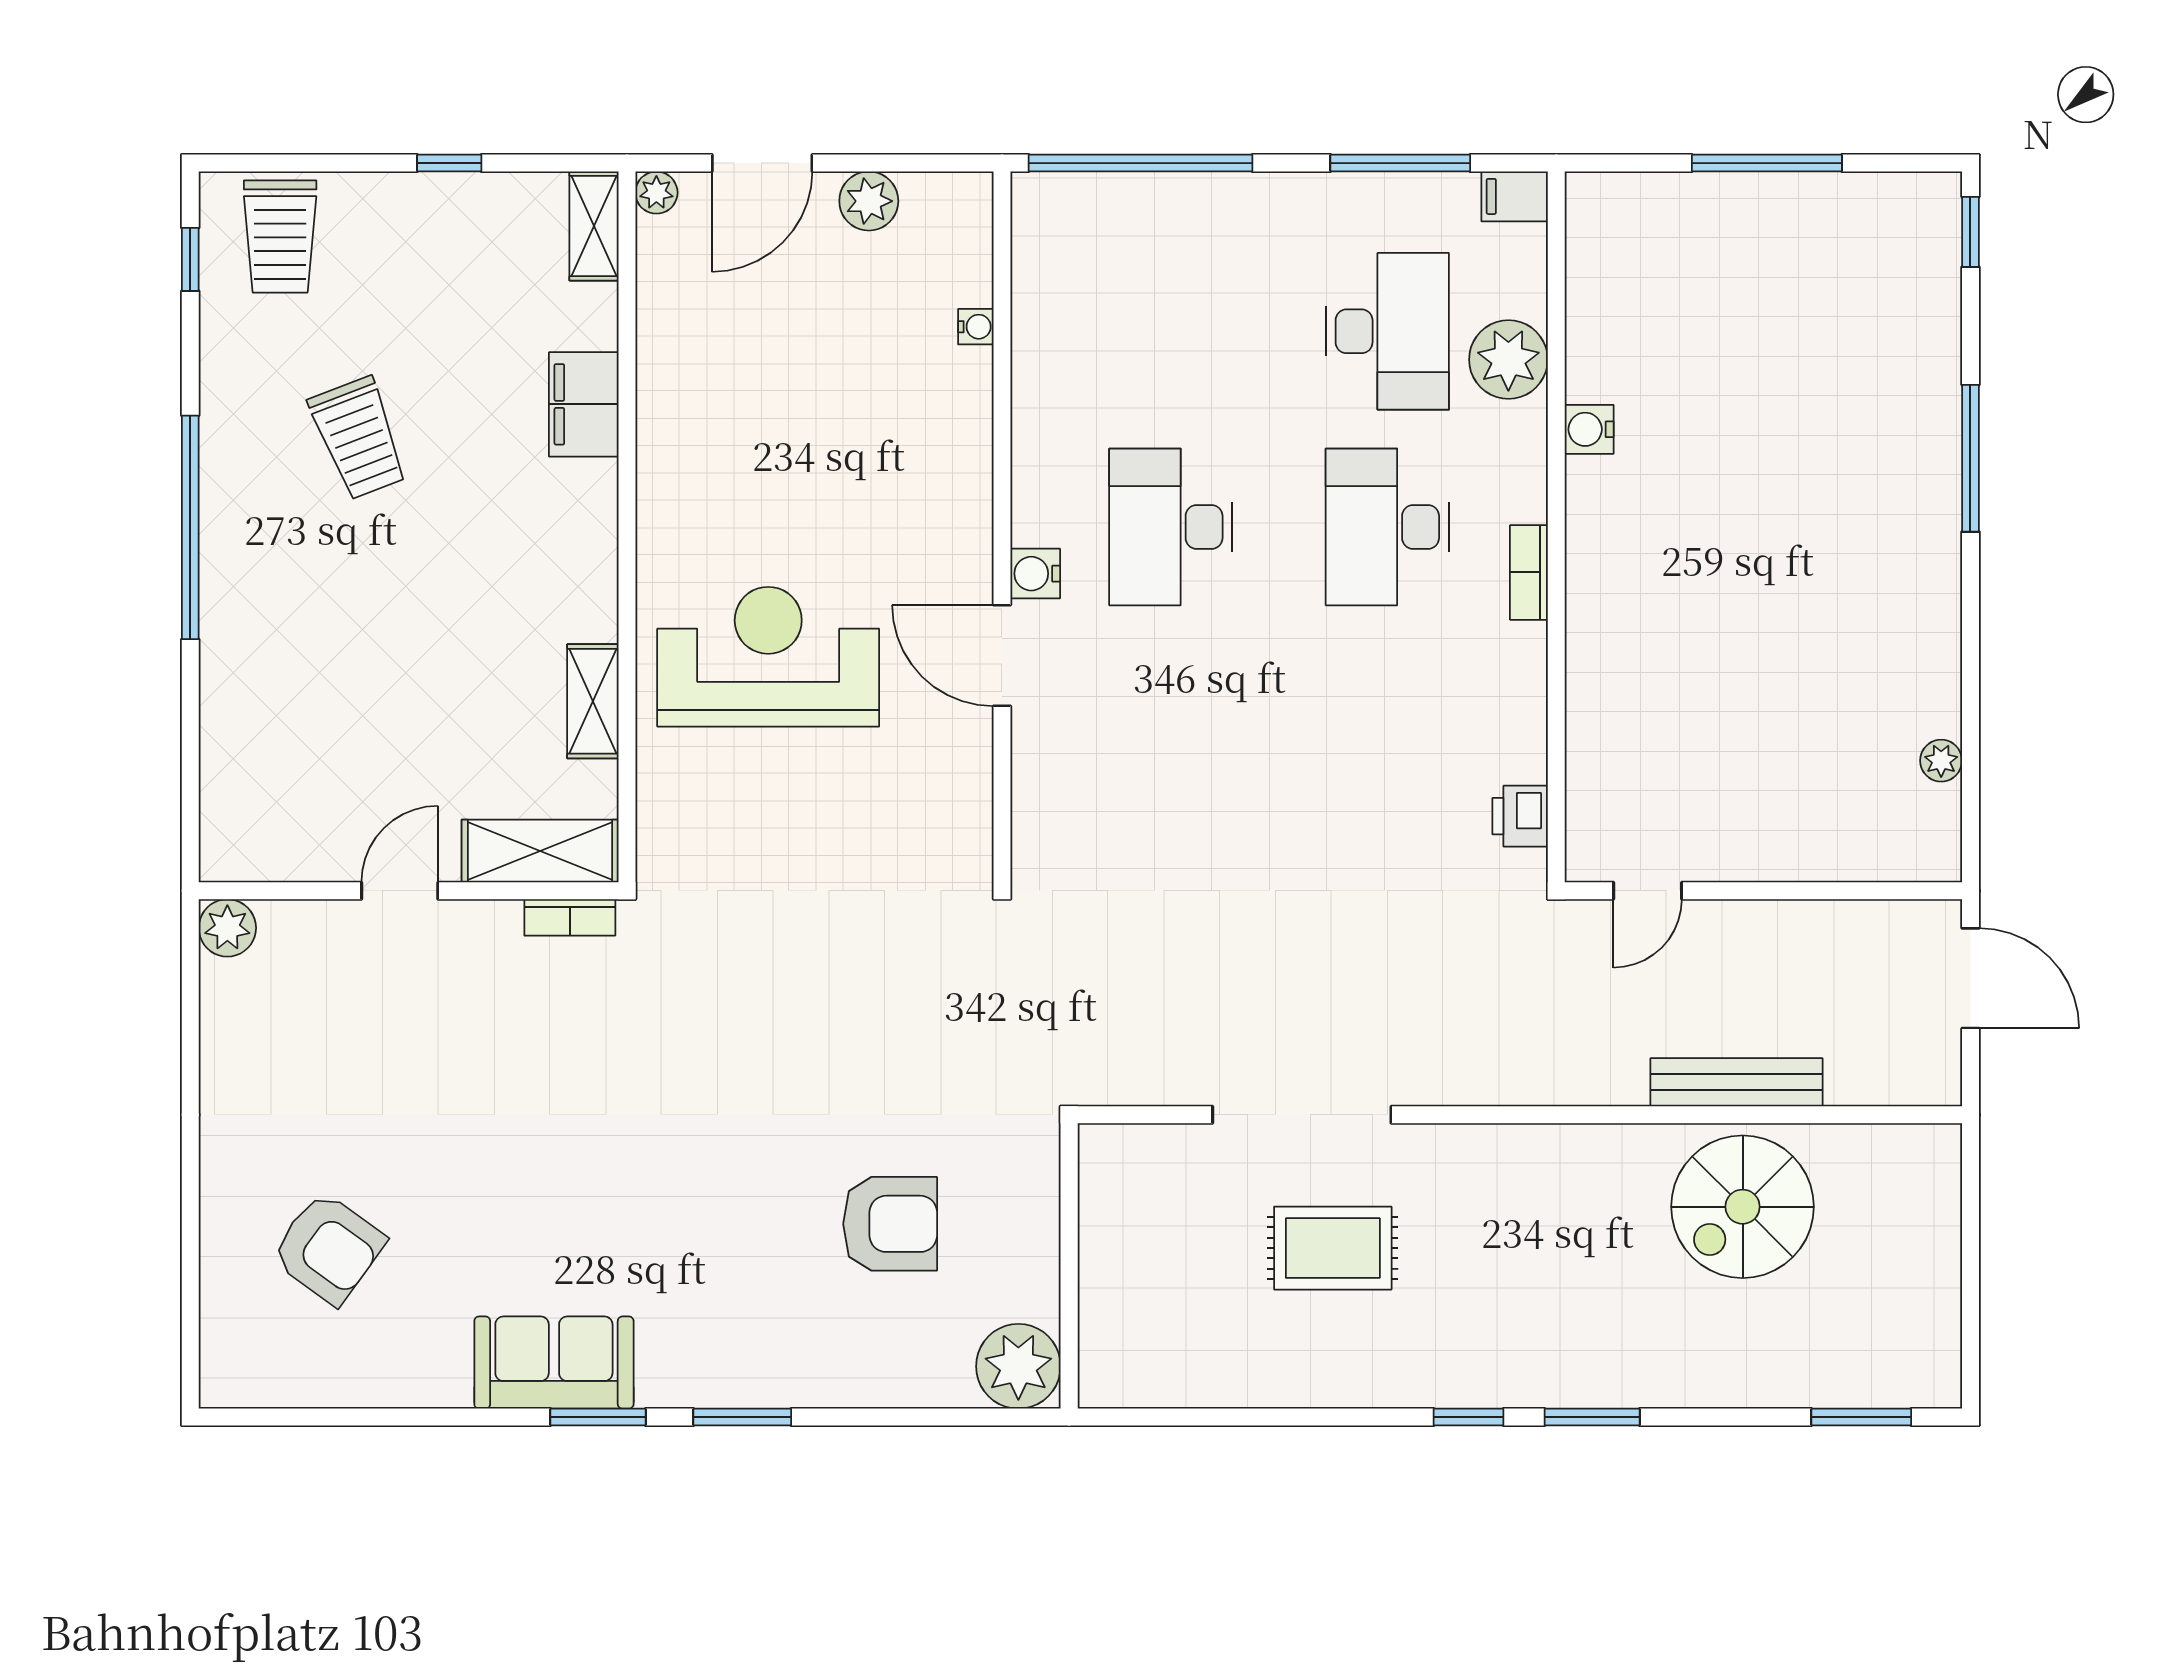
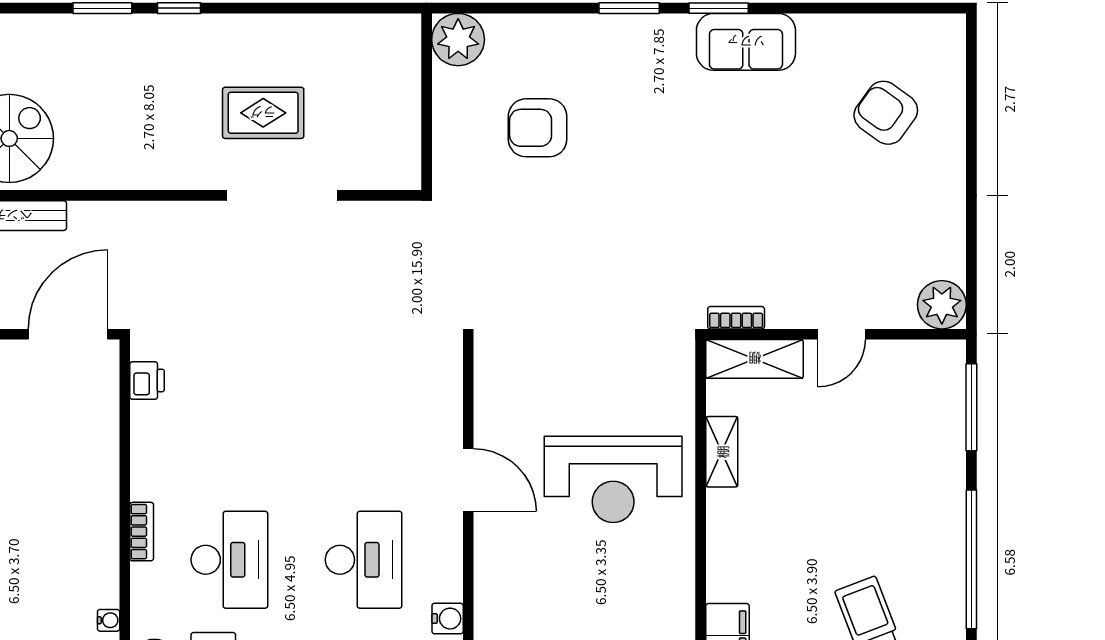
water cooler: (1589, 429) -> (109, 620), width x0.72, depth x0.72
water cooler: (1035, 574) -> (448, 619), moved
window: (190, 773) -> (971, 407), added
door: (1648, 891) -> (68, 334), width x1.87
plant: (227, 928) -> (942, 305), width x1.36, depth x1.36

